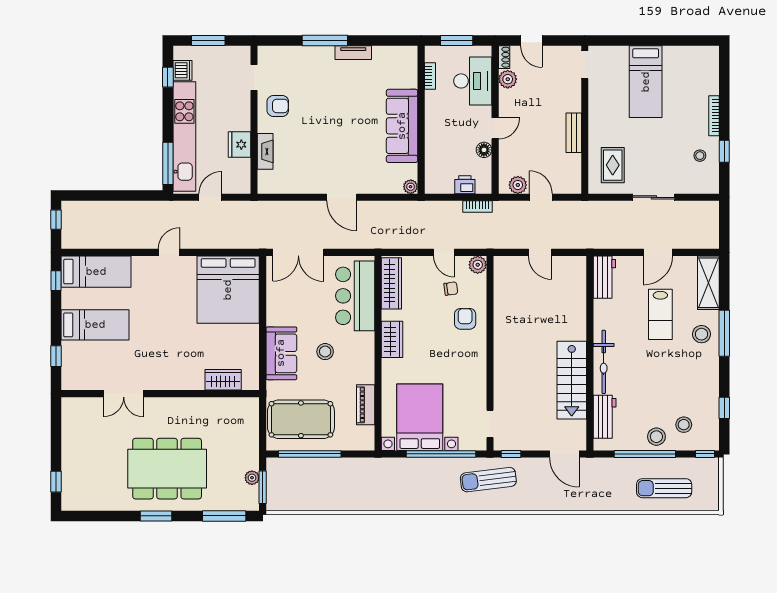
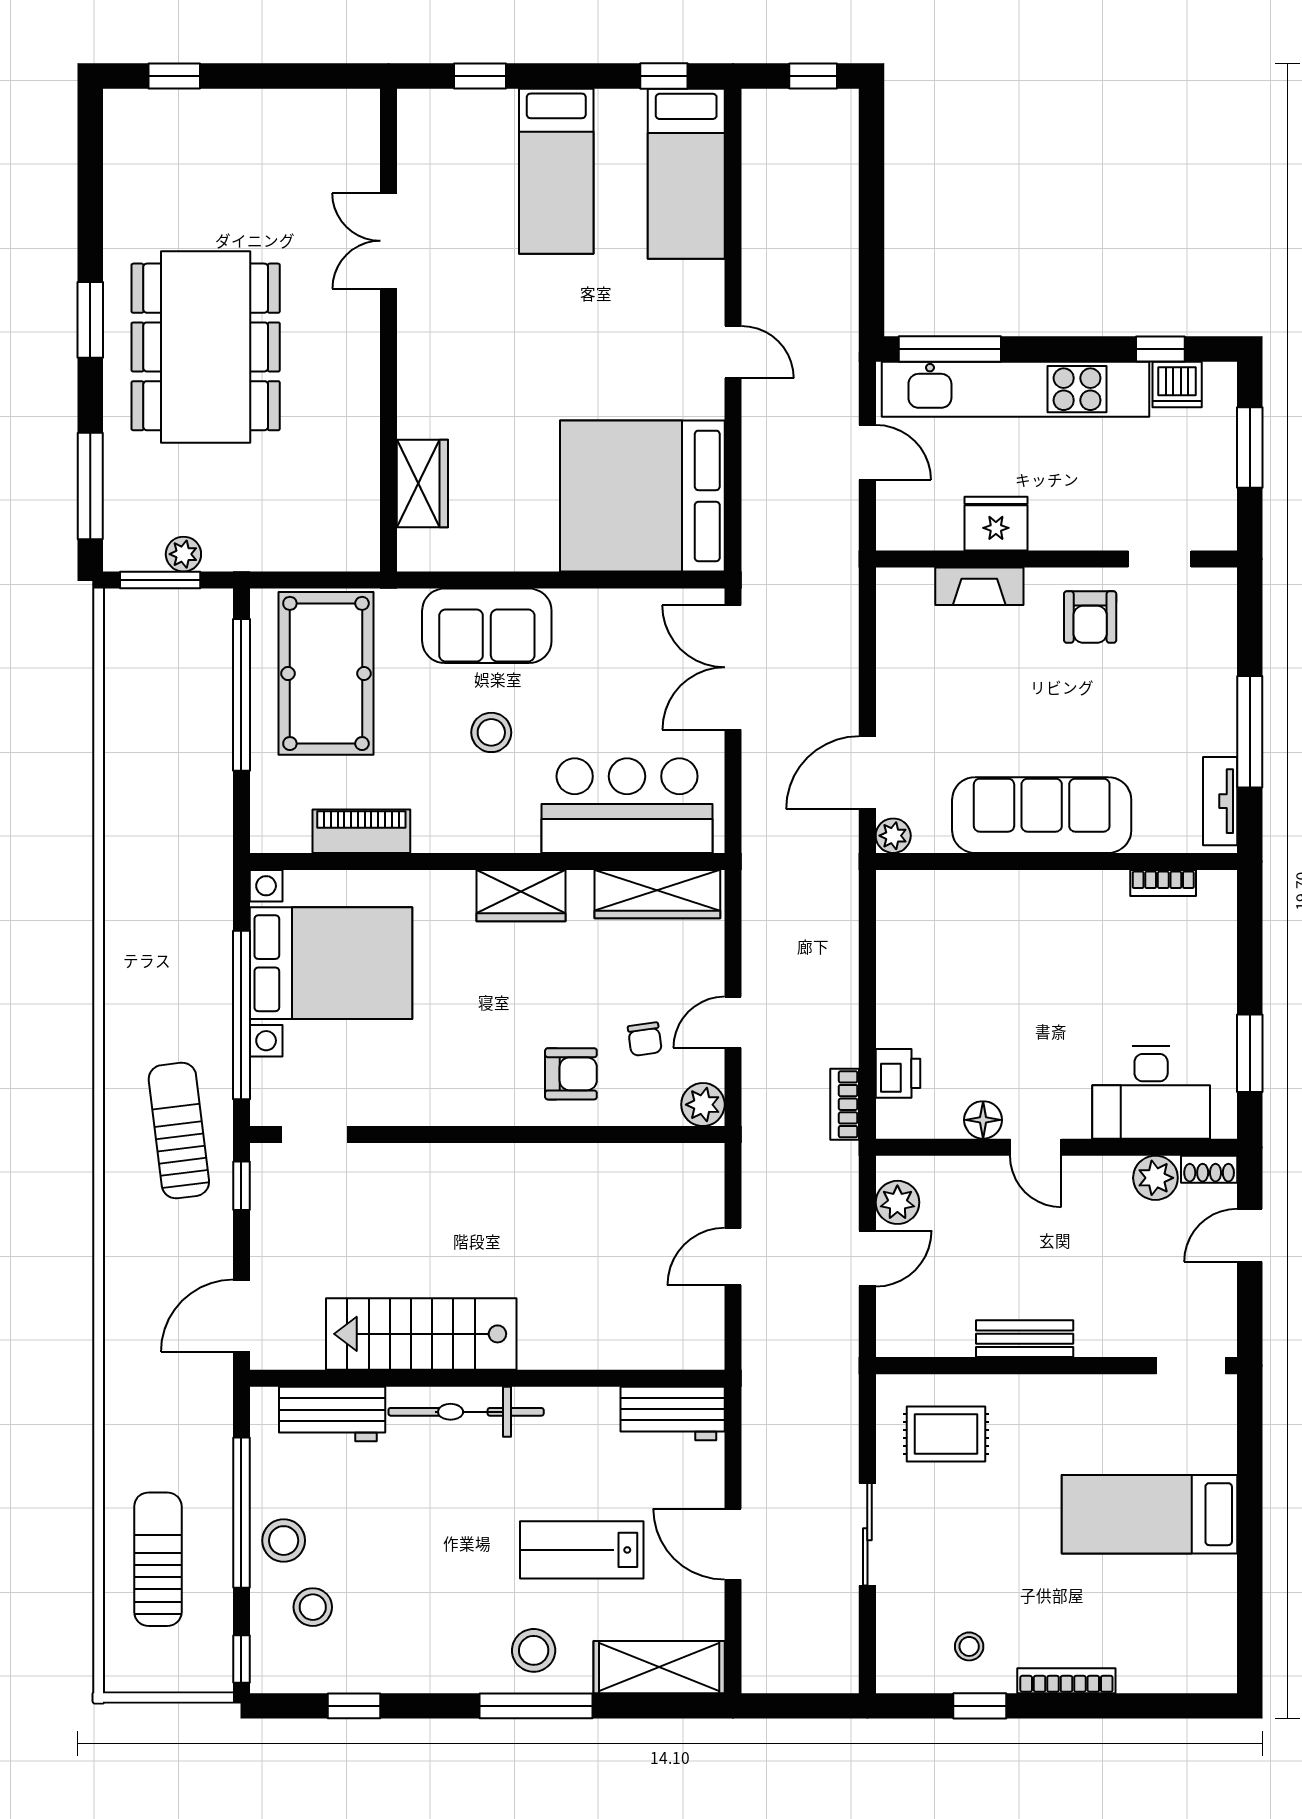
bookcase: (430, 76) -> (1163, 883), moved
wall: (421, 120) -> (1056, 861), moved
sofa: (402, 126) -> (1042, 815), moved
plant: (411, 187) -> (893, 836), moved

